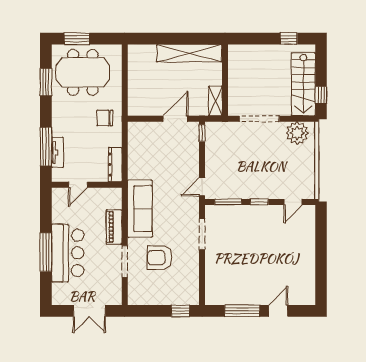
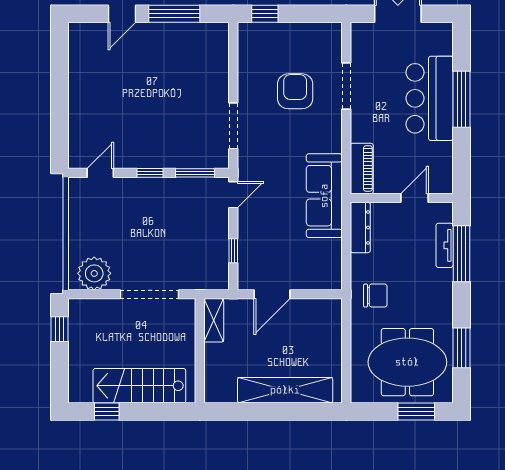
shelving: (189, 53) -> (285, 390), moved
stairs: (303, 84) -> (139, 386), moved, turned -90
window: (202, 133) -> (233, 251), moved
sofa: (140, 209) -> (324, 196), moved
piano: (114, 227) -> (362, 168), moved
armchair: (160, 258) -> (295, 91), turned -90

